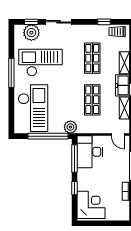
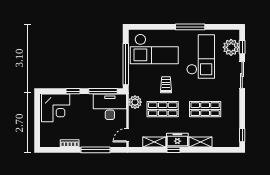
window: (104, 22) -> (242, 135), moved
trolley: (117, 32) -> (166, 85), moved
plant: (70, 127) -> (135, 102), moved

